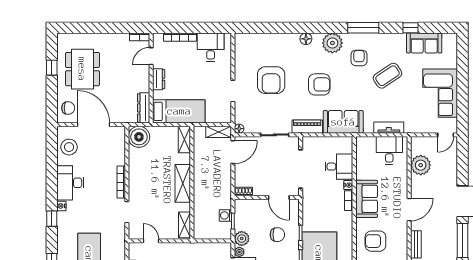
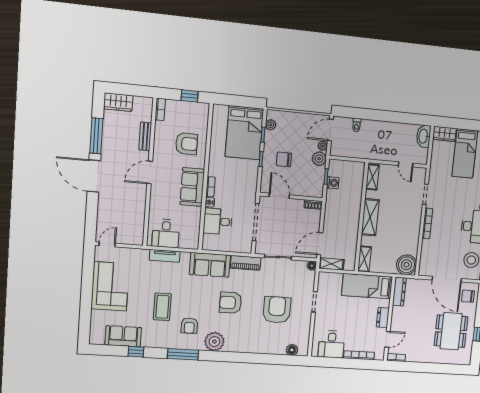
floor lamp: (306, 39) -> (292, 350), moved
coffee table: (388, 76) -> (162, 307), turned -56
plant: (421, 165) -> (135, 216), removed

